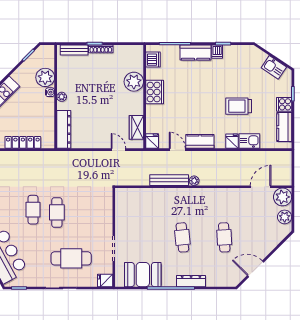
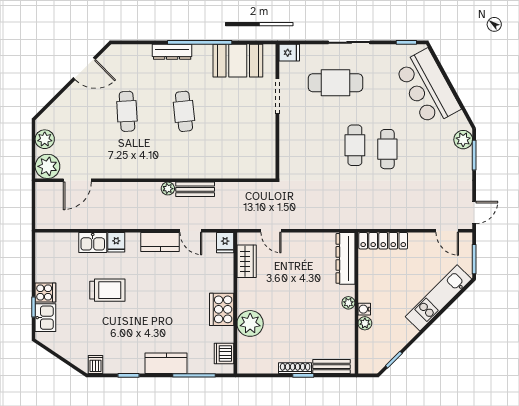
dishwasher: (217, 52) -> (96, 365), moved
kitchen sink: (274, 67) -> (45, 318), moved, turned 56
plant: (45, 77) -> (365, 323), width x0.53, depth x0.53
kitchen counter: (284, 127) -> (45, 262), removed
locker: (23, 142) -> (383, 241), moved
bench: (169, 180) -> (195, 189), width x0.73

